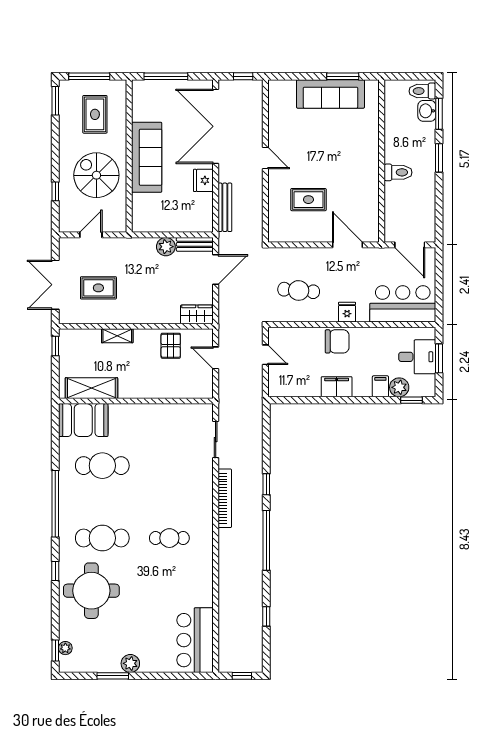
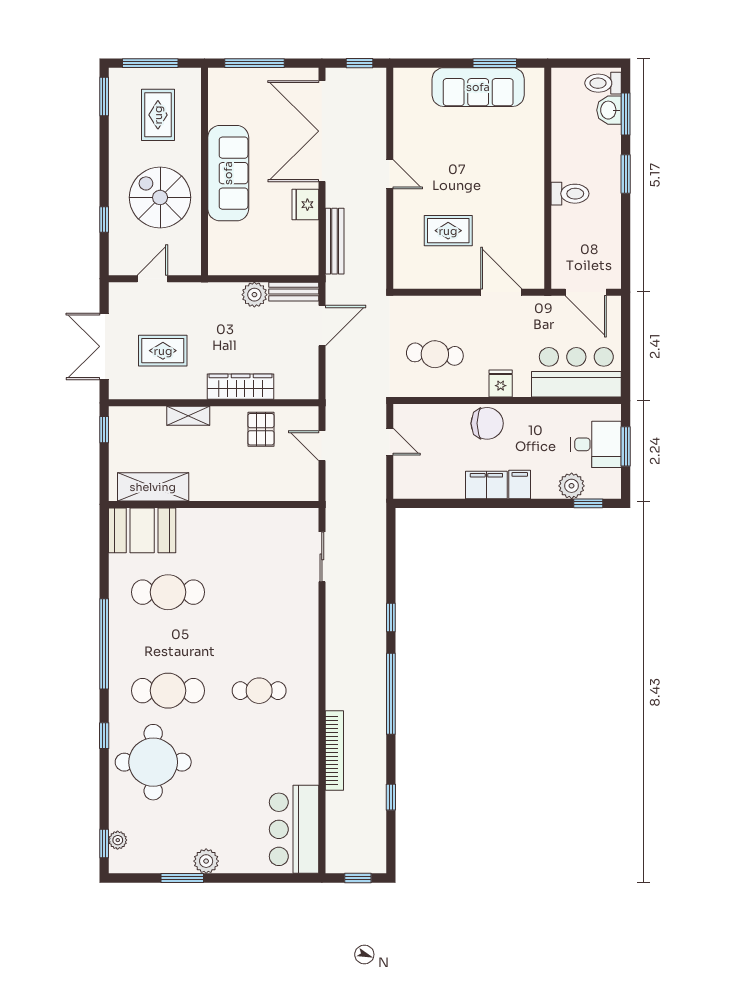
wardrobe: (197, 314) -> (241, 387), moved, width x1.50
filing cabinet: (380, 386) -> (520, 484), moved
bookcase: (225, 498) -> (334, 751), moved

